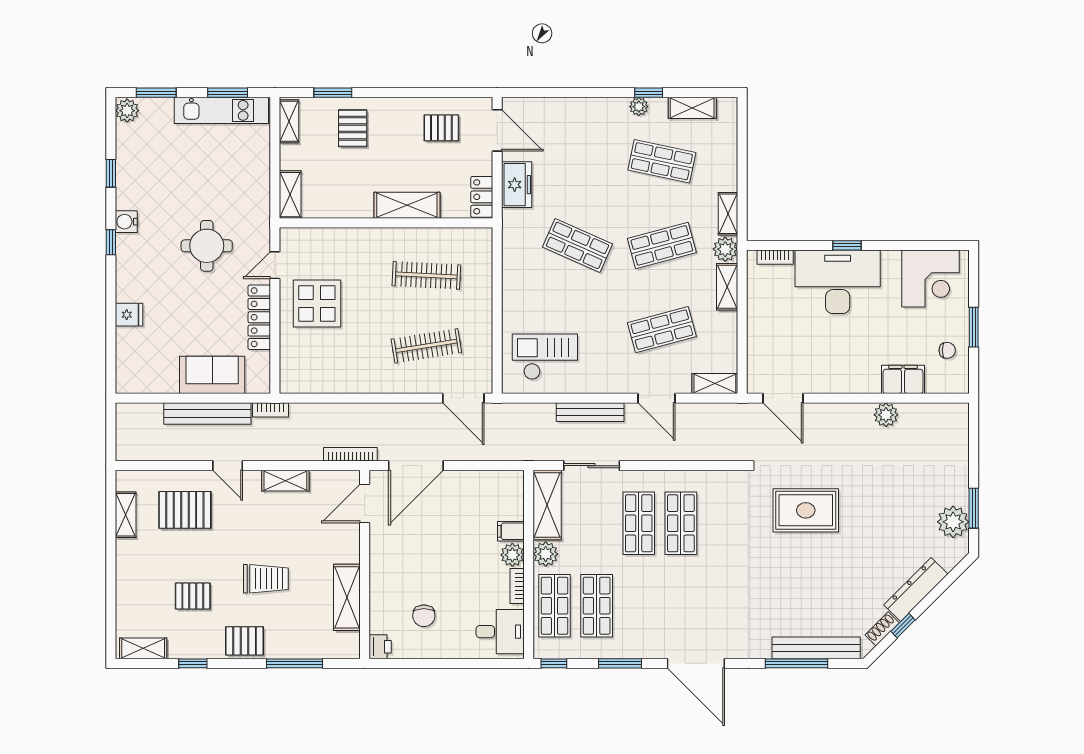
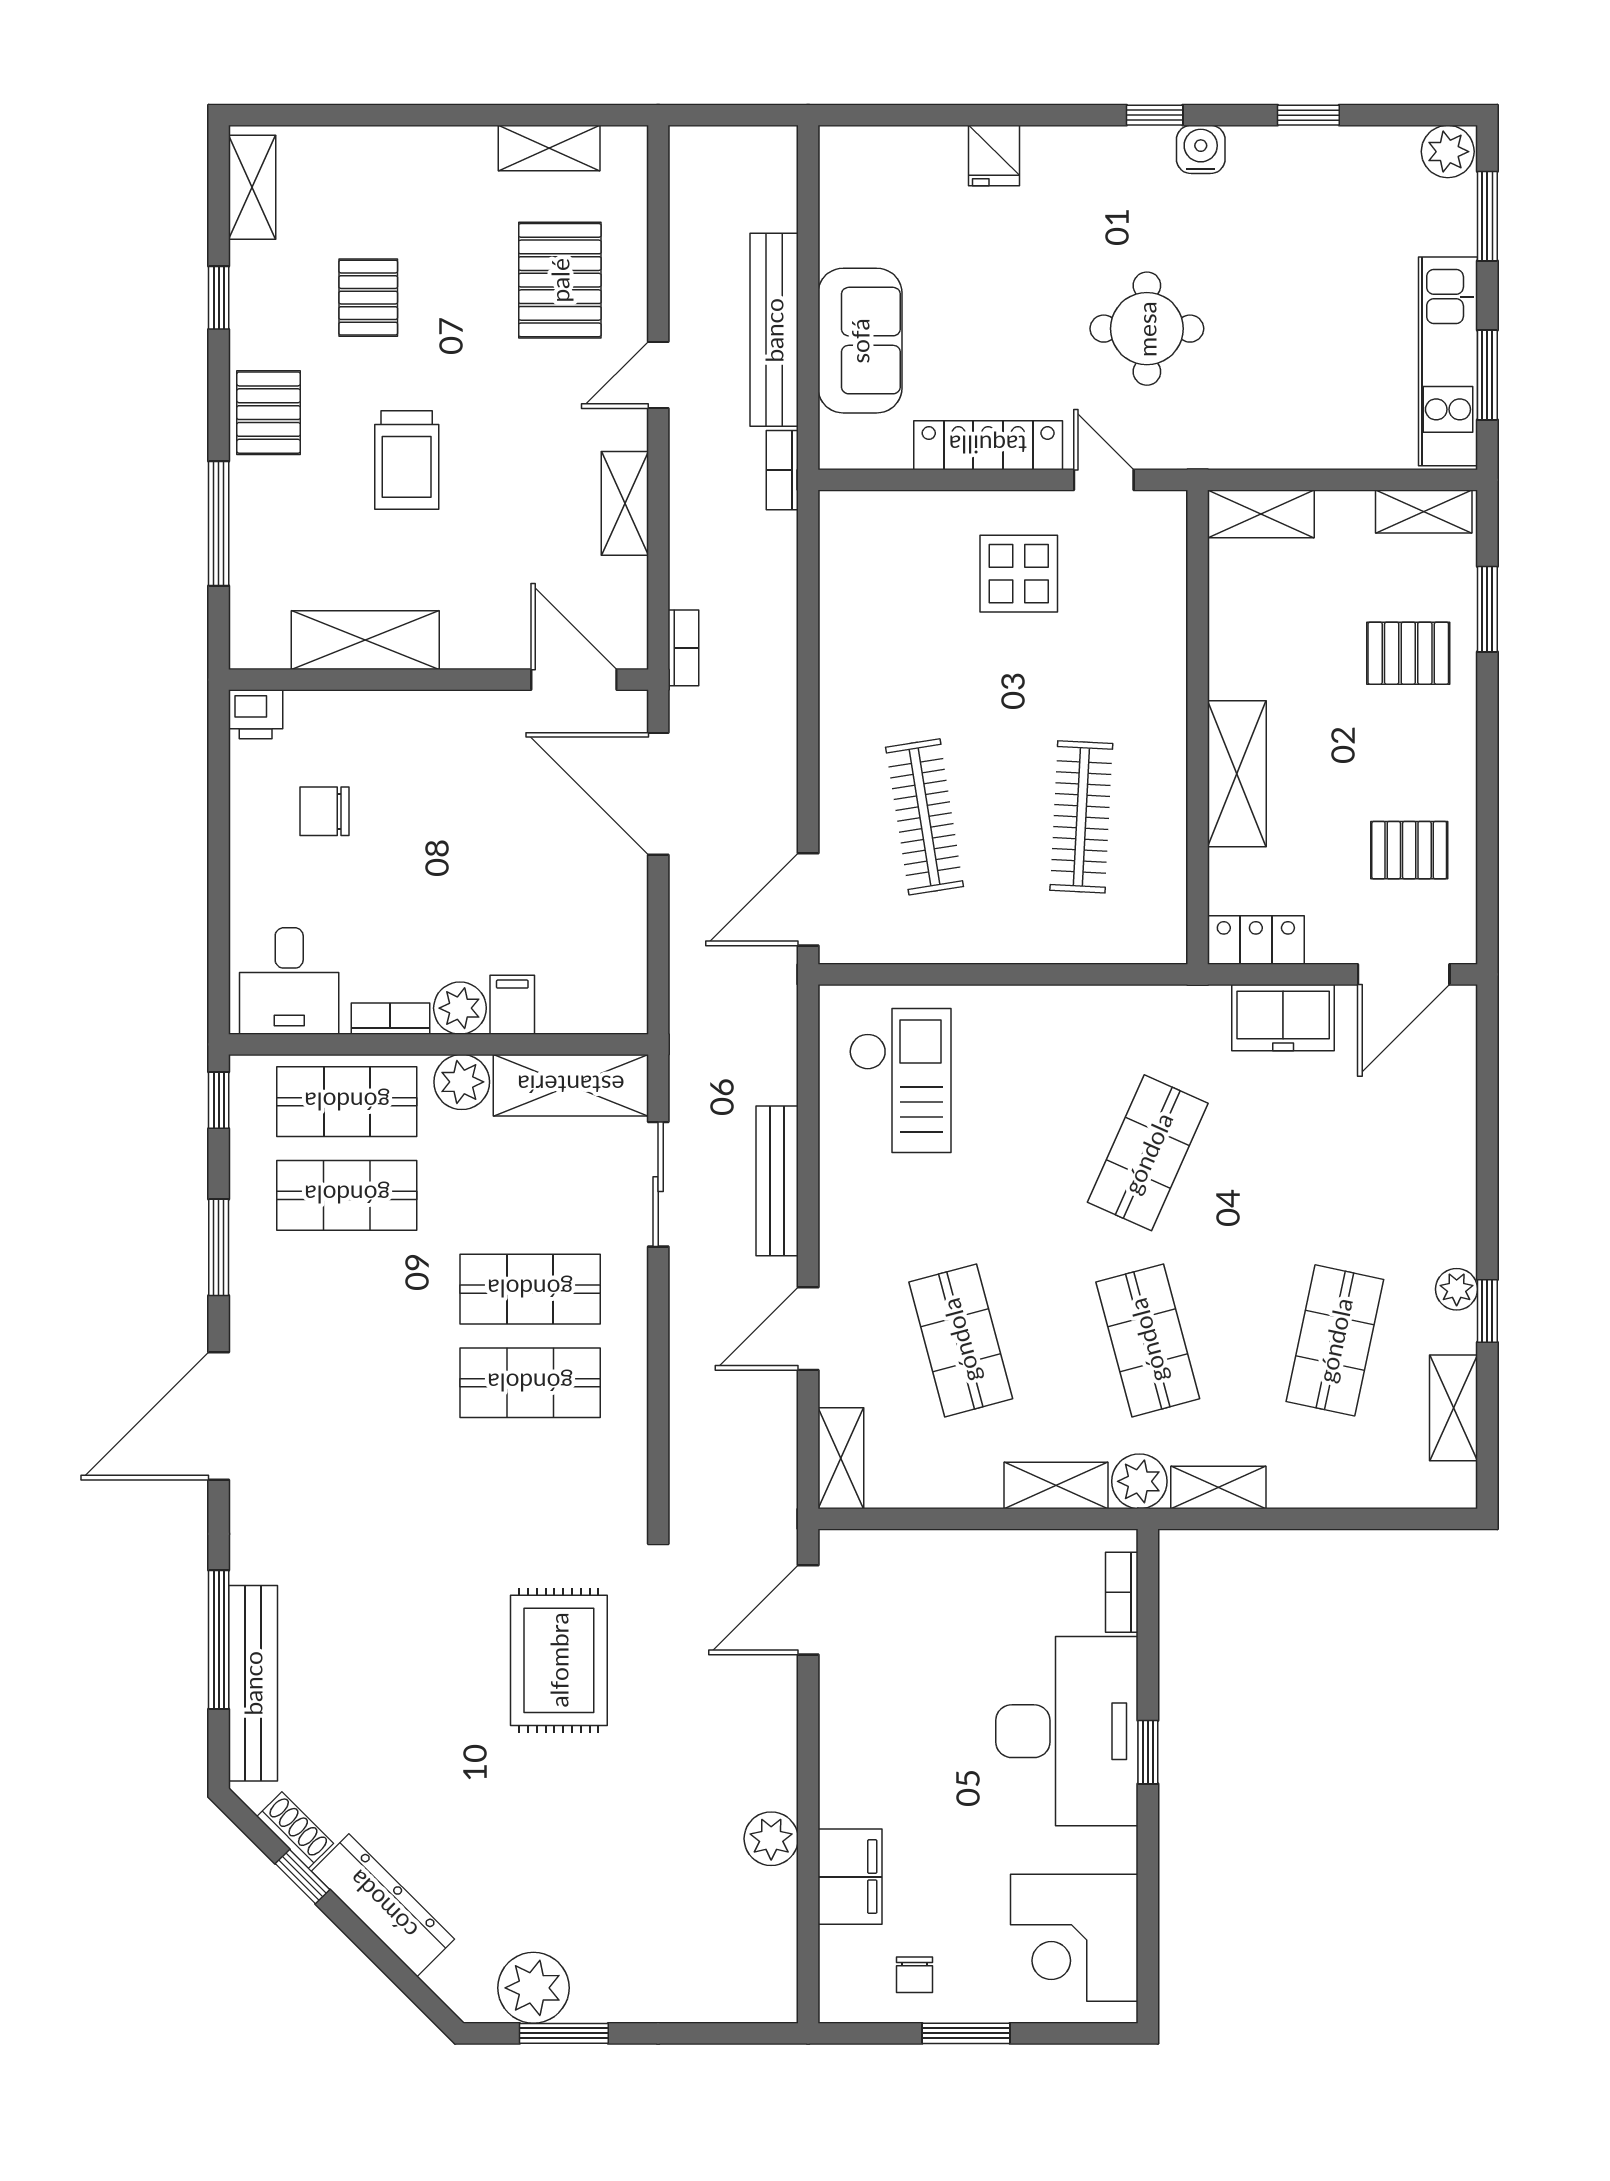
pallet: (441, 128) -> (1409, 850), turned 90
display table: (317, 303) -> (1019, 574), width x0.73, depth x0.73
bookcase: (350, 454) -> (683, 648), width x0.64

